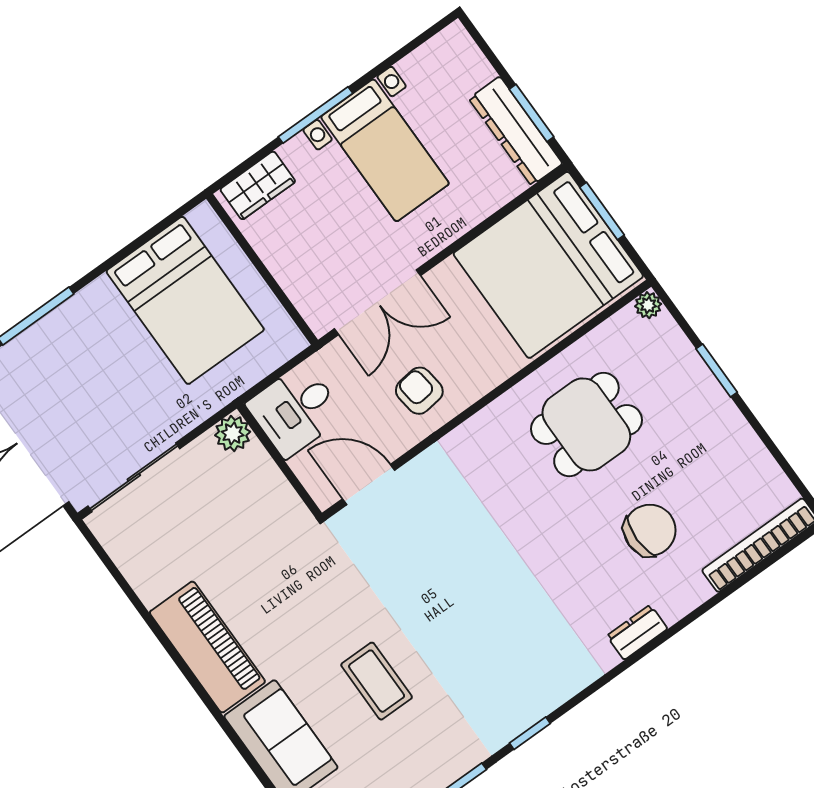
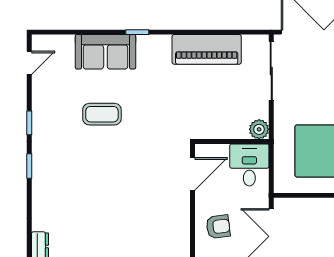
piano: (207, 647) -> (207, 49), moved
window: (218, 716) -> (137, 32), added

